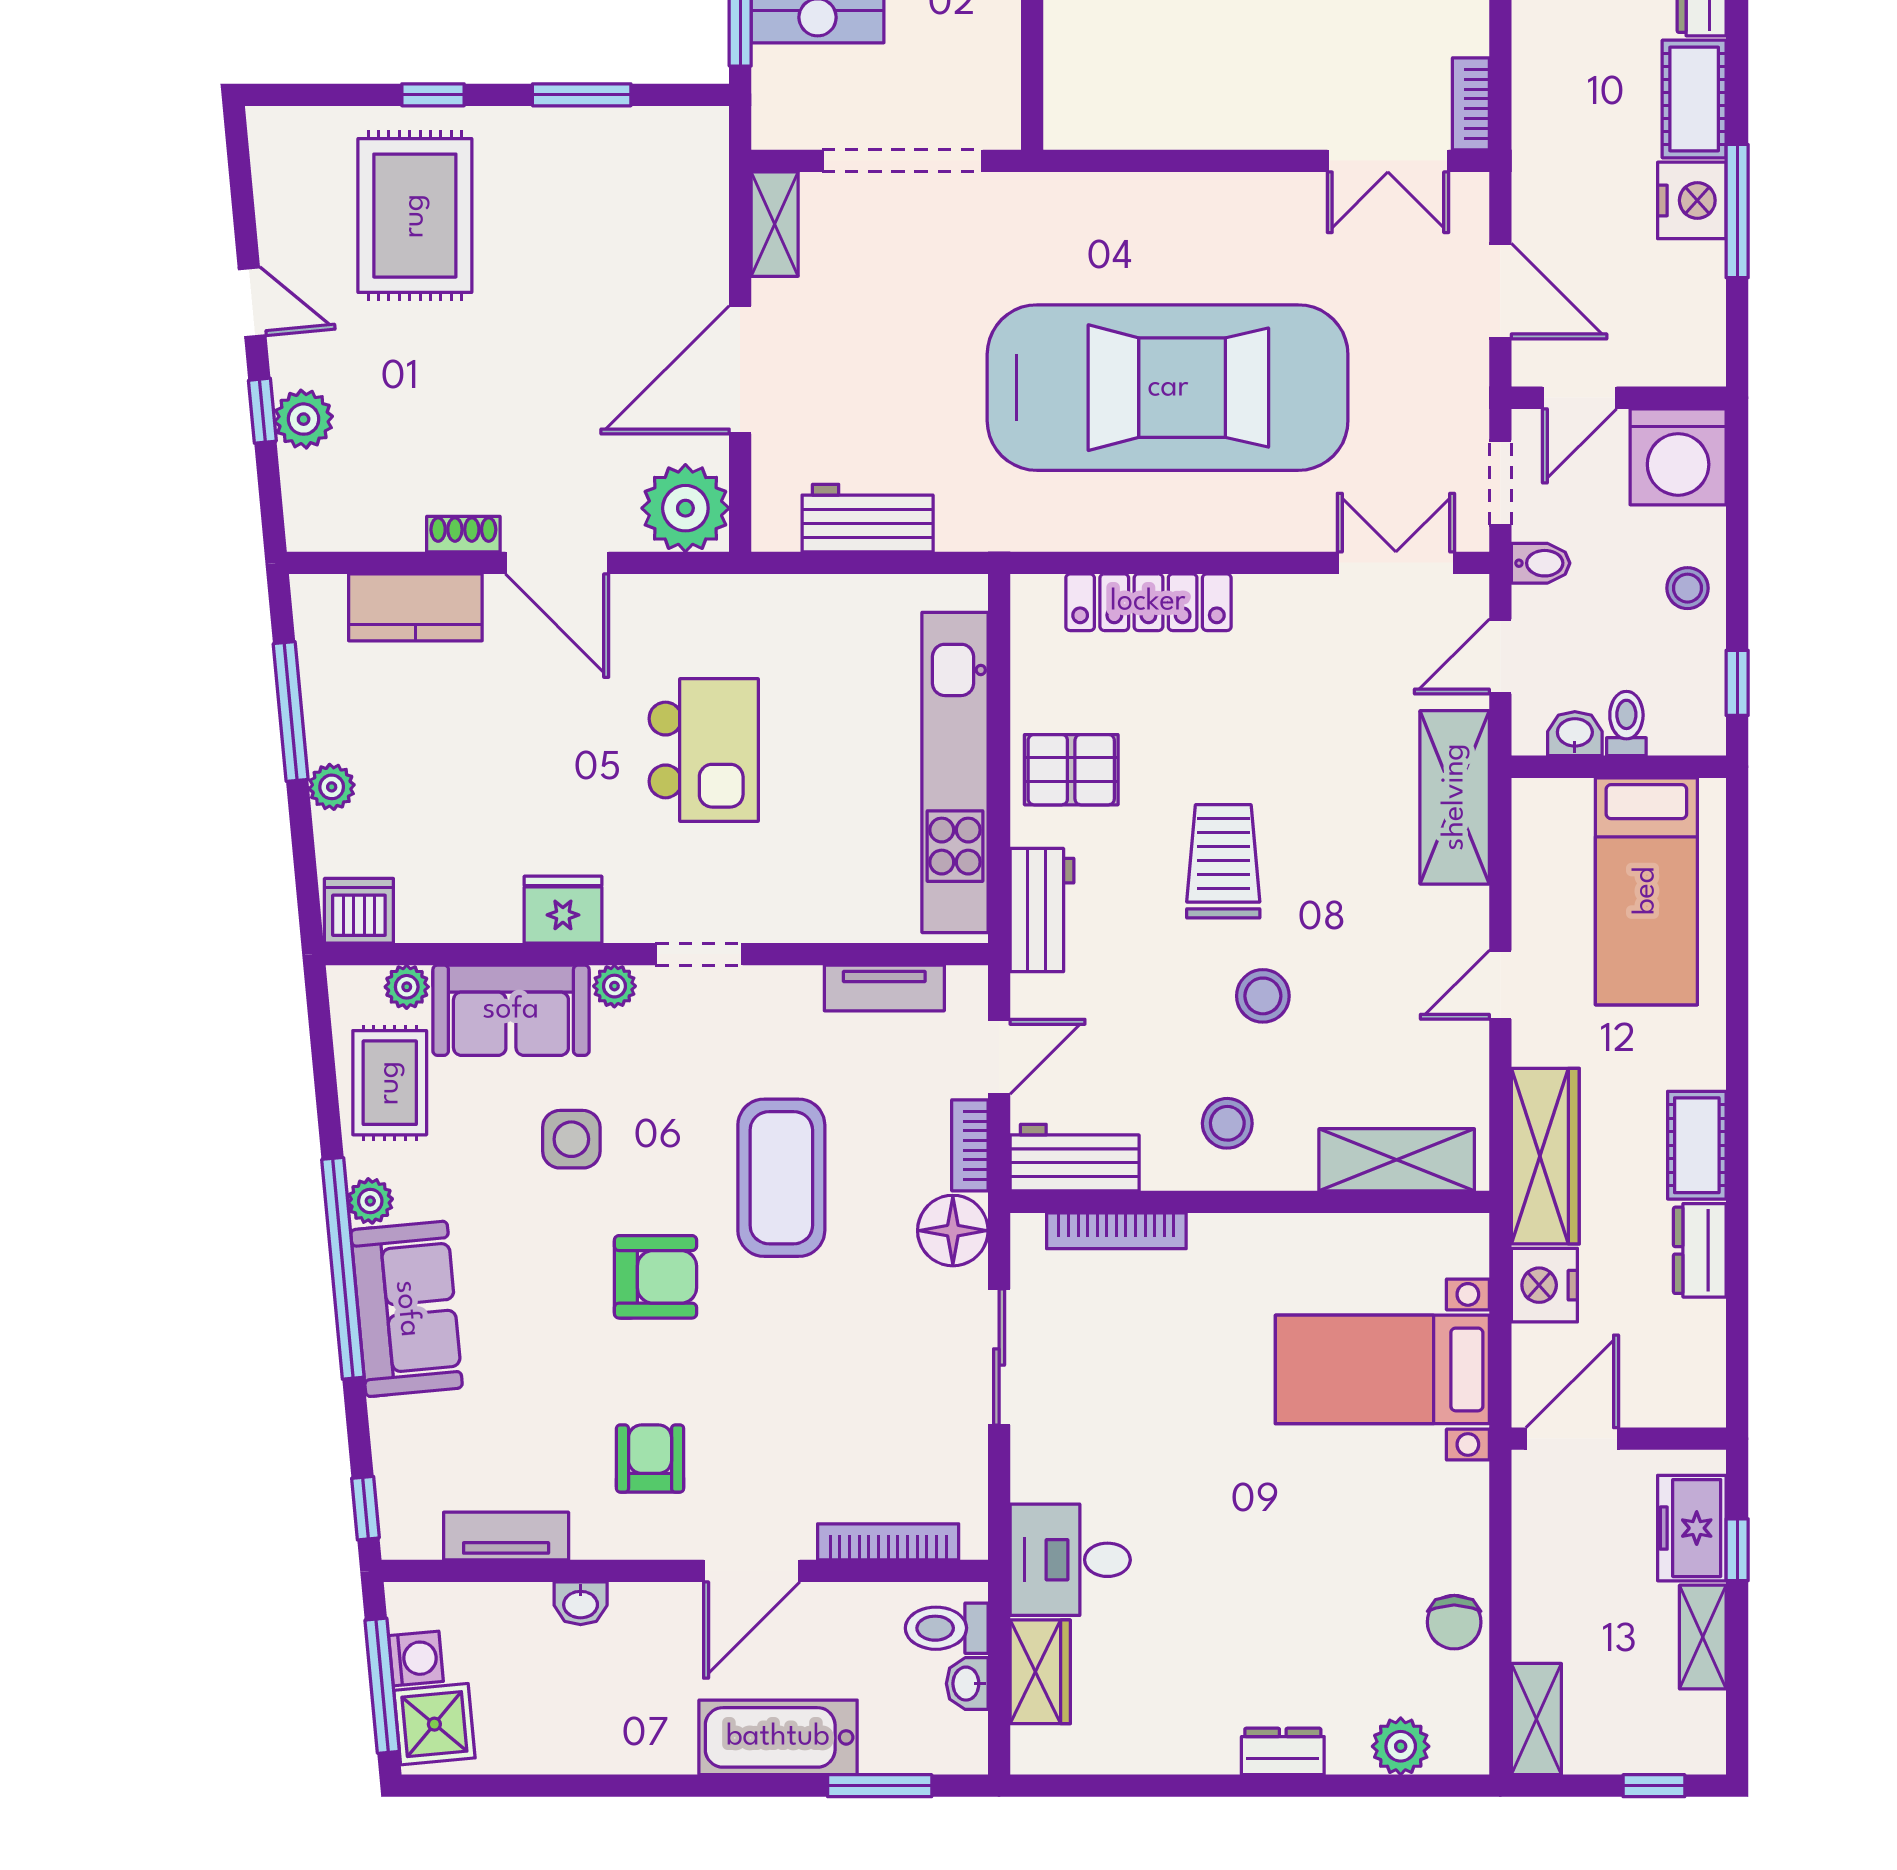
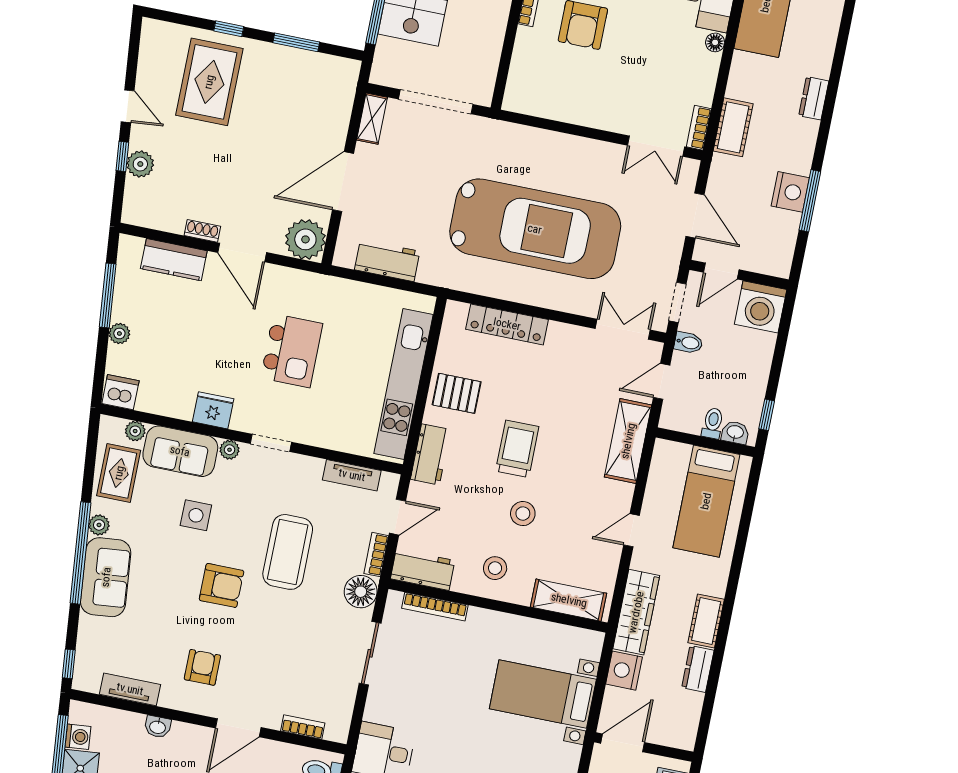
cot: (1694, 99) -> (733, 127), moved
stool: (1688, 588) -> (753, 367), removed
washbasin: (1575, 734) -> (735, 433), moved
bookcase: (888, 1542) -> (303, 727), width x0.64

